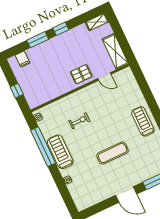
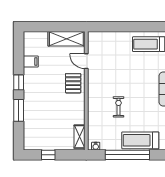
shelving: (97, 22) -> (80, 137), moved
filing cabinet: (22, 59) -> (31, 61), moved
door: (104, 76) -> (86, 61), swing flipped
window: (17, 91) -> (48, 155), moved

